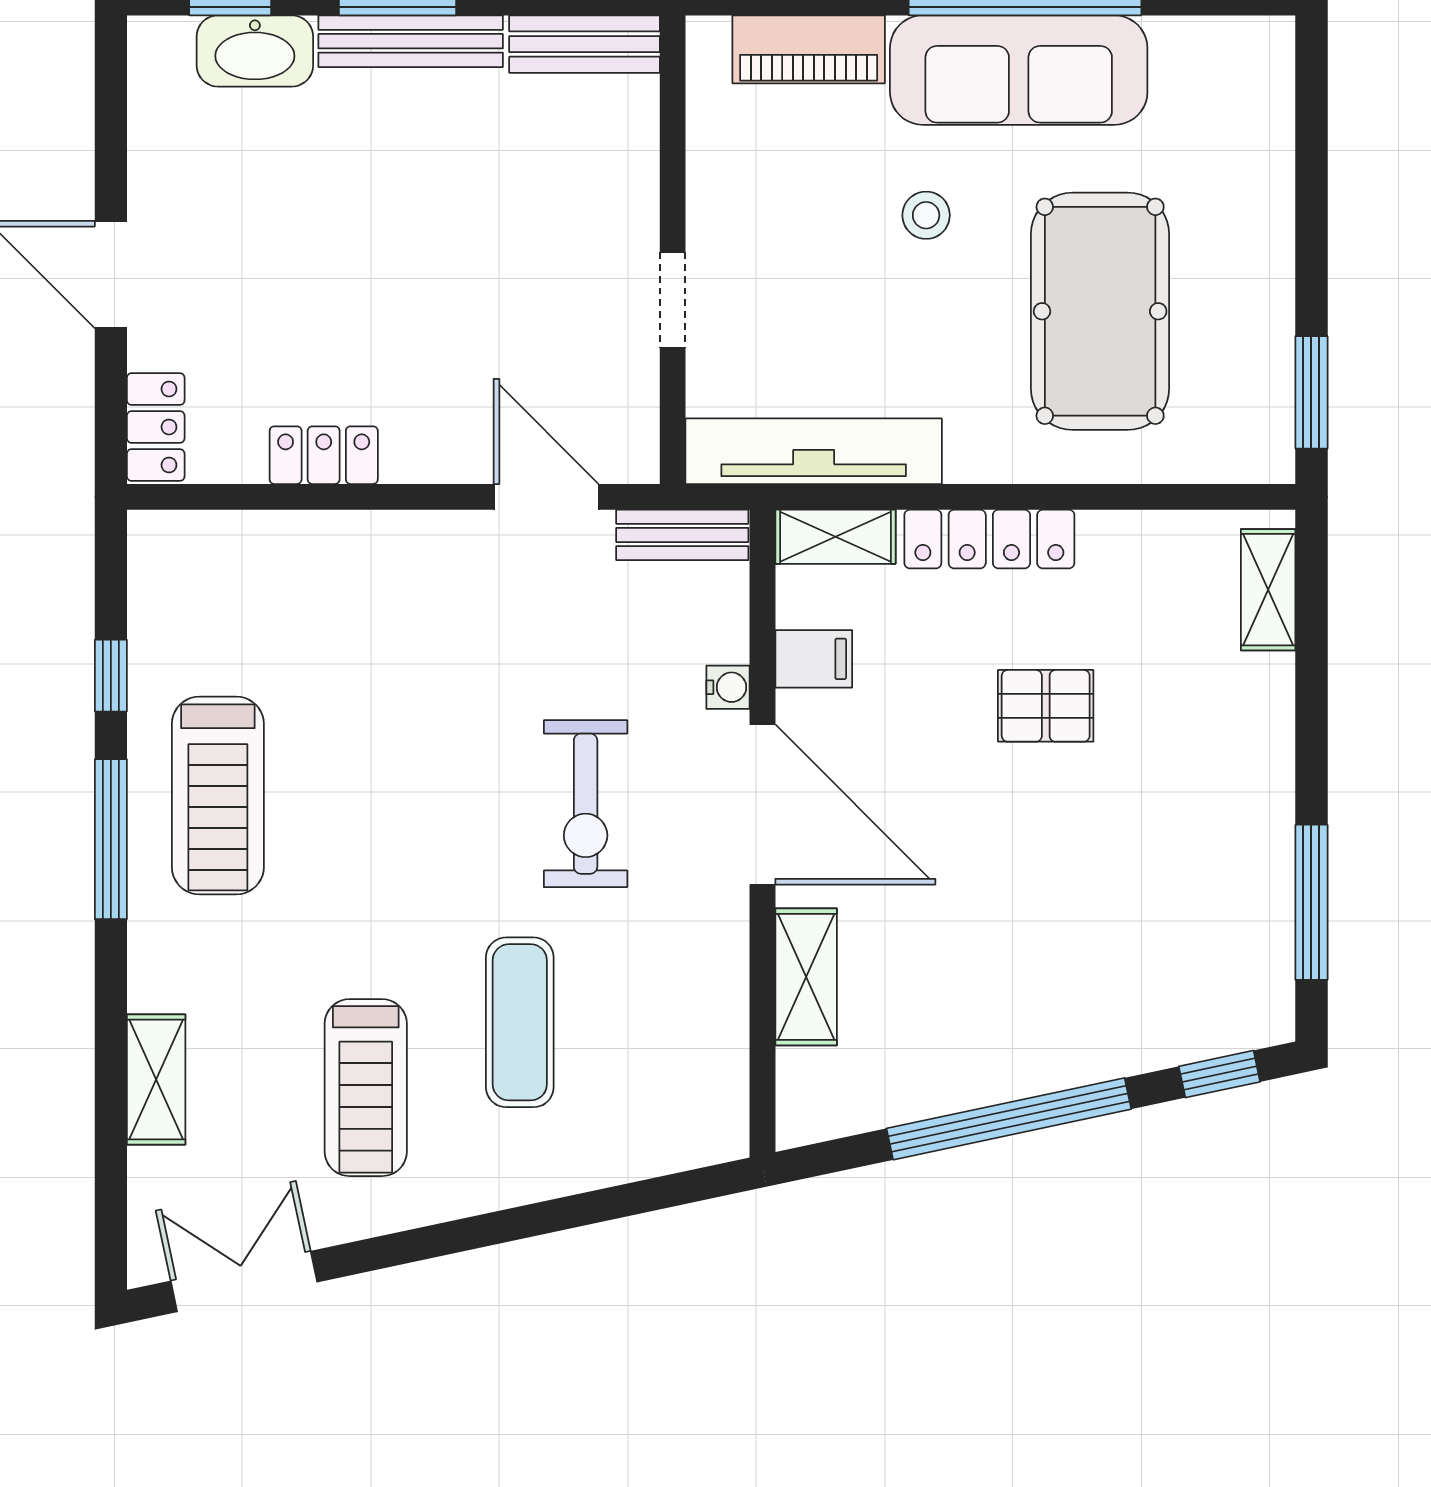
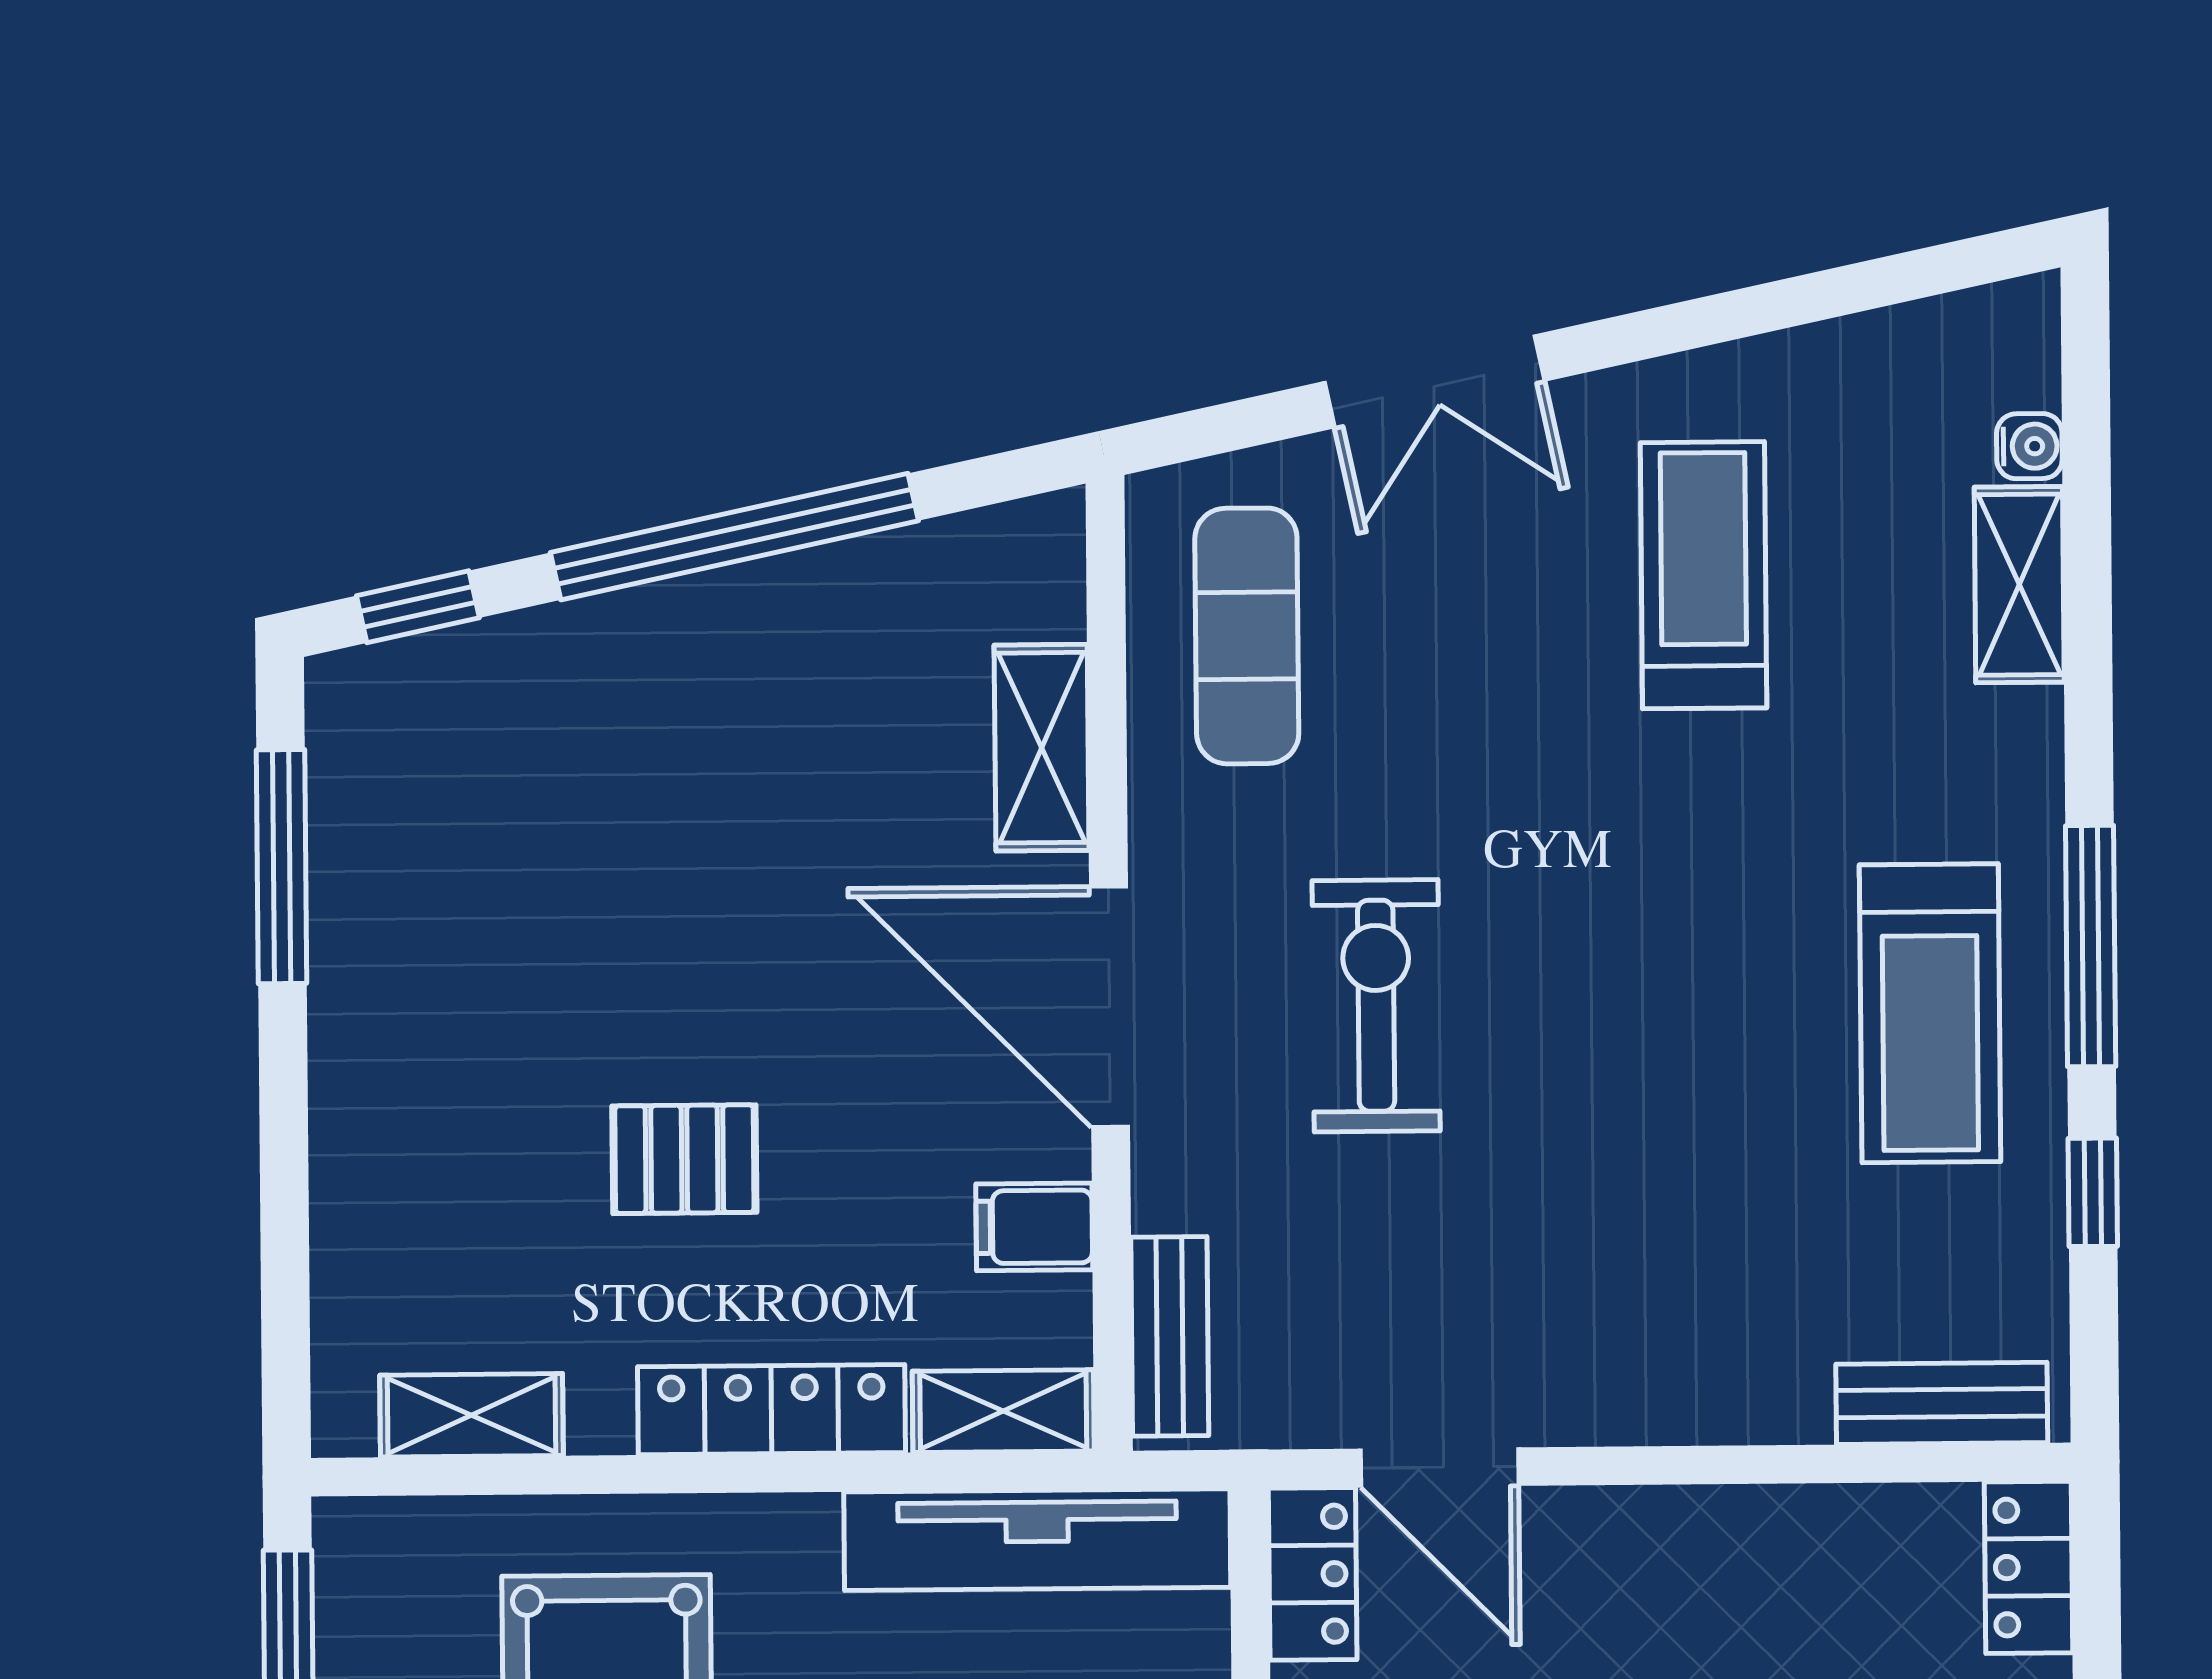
locker: (324, 455) -> (1313, 1574), moved, turned -90
bench: (682, 535) -> (1170, 1336), moved, turned 90
bench: (212, 536) -> (1942, 1403), added
shelving: (1268, 590) -> (471, 1415), moved, turned 90
water cooler: (728, 687) -> (2029, 446), moved, turned 180
treadmill: (218, 795) -> (1930, 1013), turned 180
exercise mat: (520, 1022) -> (1247, 636), moved
double door: (244, 1281) -> (1435, 381), moved

